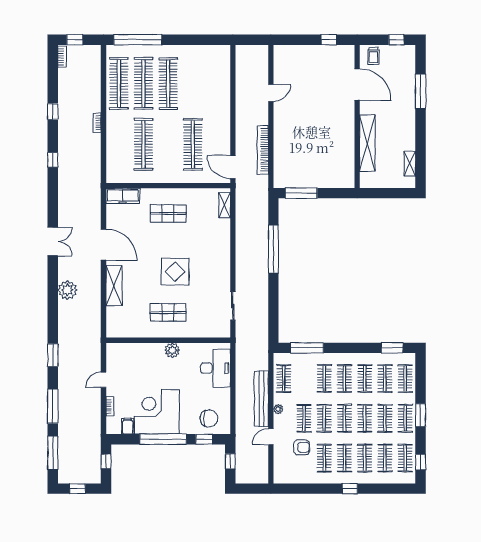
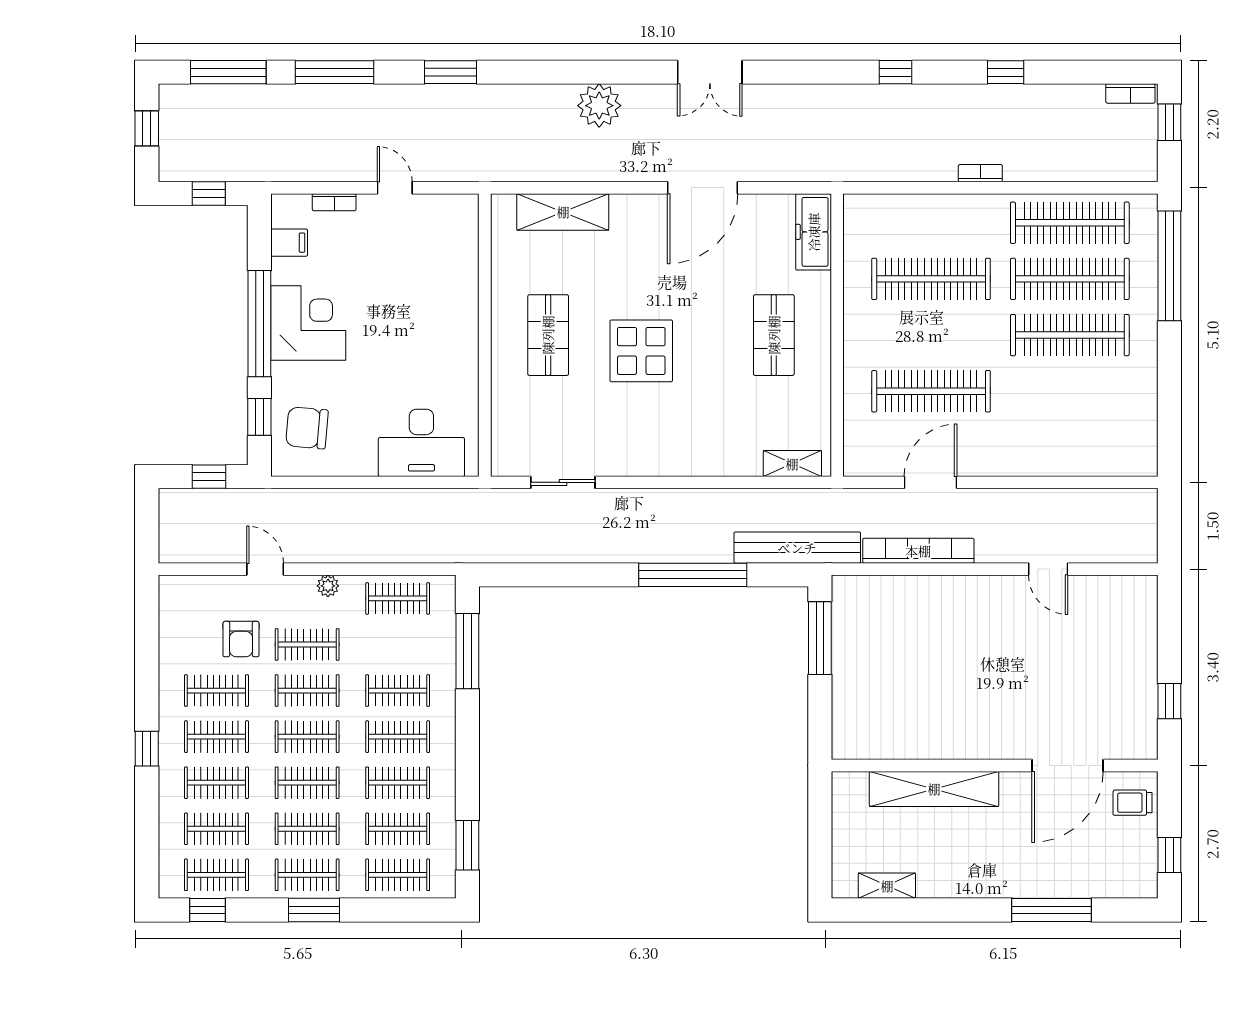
door: (233, 167) -> (931, 482), moved
shelving: (114, 286) -> (563, 212), moved
plant: (172, 350) -> (462, 344), removed
bench: (261, 399) -> (797, 548), moved
corner desk: (157, 412) -> (308, 323), width x0.74, depth x0.74
chair: (209, 418) -> (307, 428), turned 95

